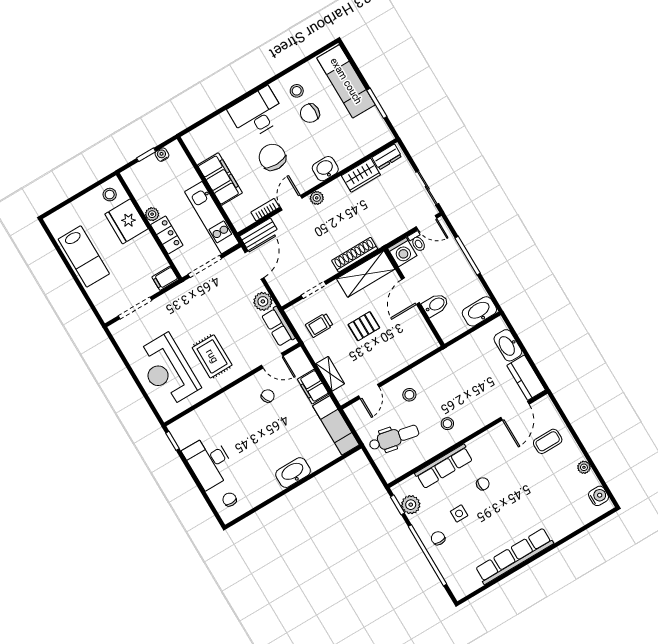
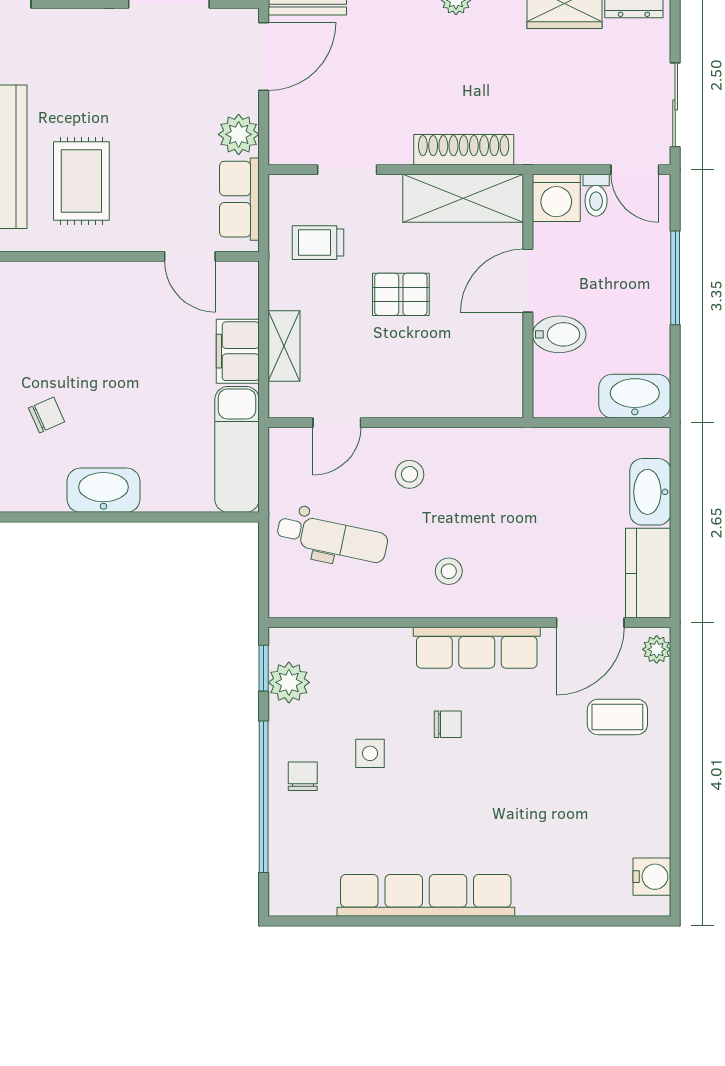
chair: (268, 396) -> (47, 415), moved
row of seats: (444, 466) -> (477, 648), moved
plant: (584, 467) -> (657, 649), moved

